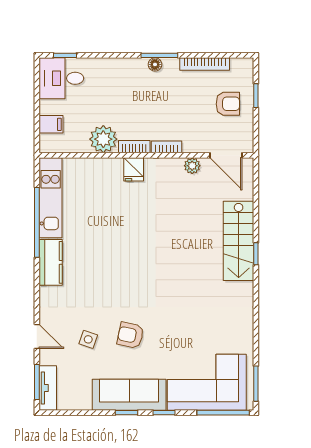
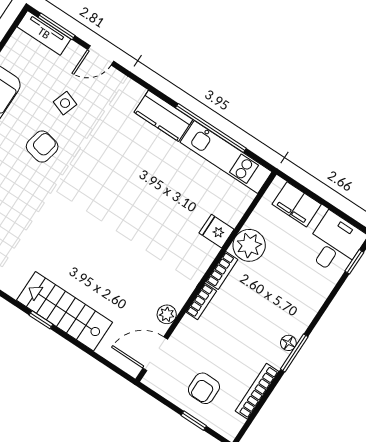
filing cabinet: (51, 124) -> (297, 204), width x2.00
fridge: (134, 169) -> (217, 231), moved

